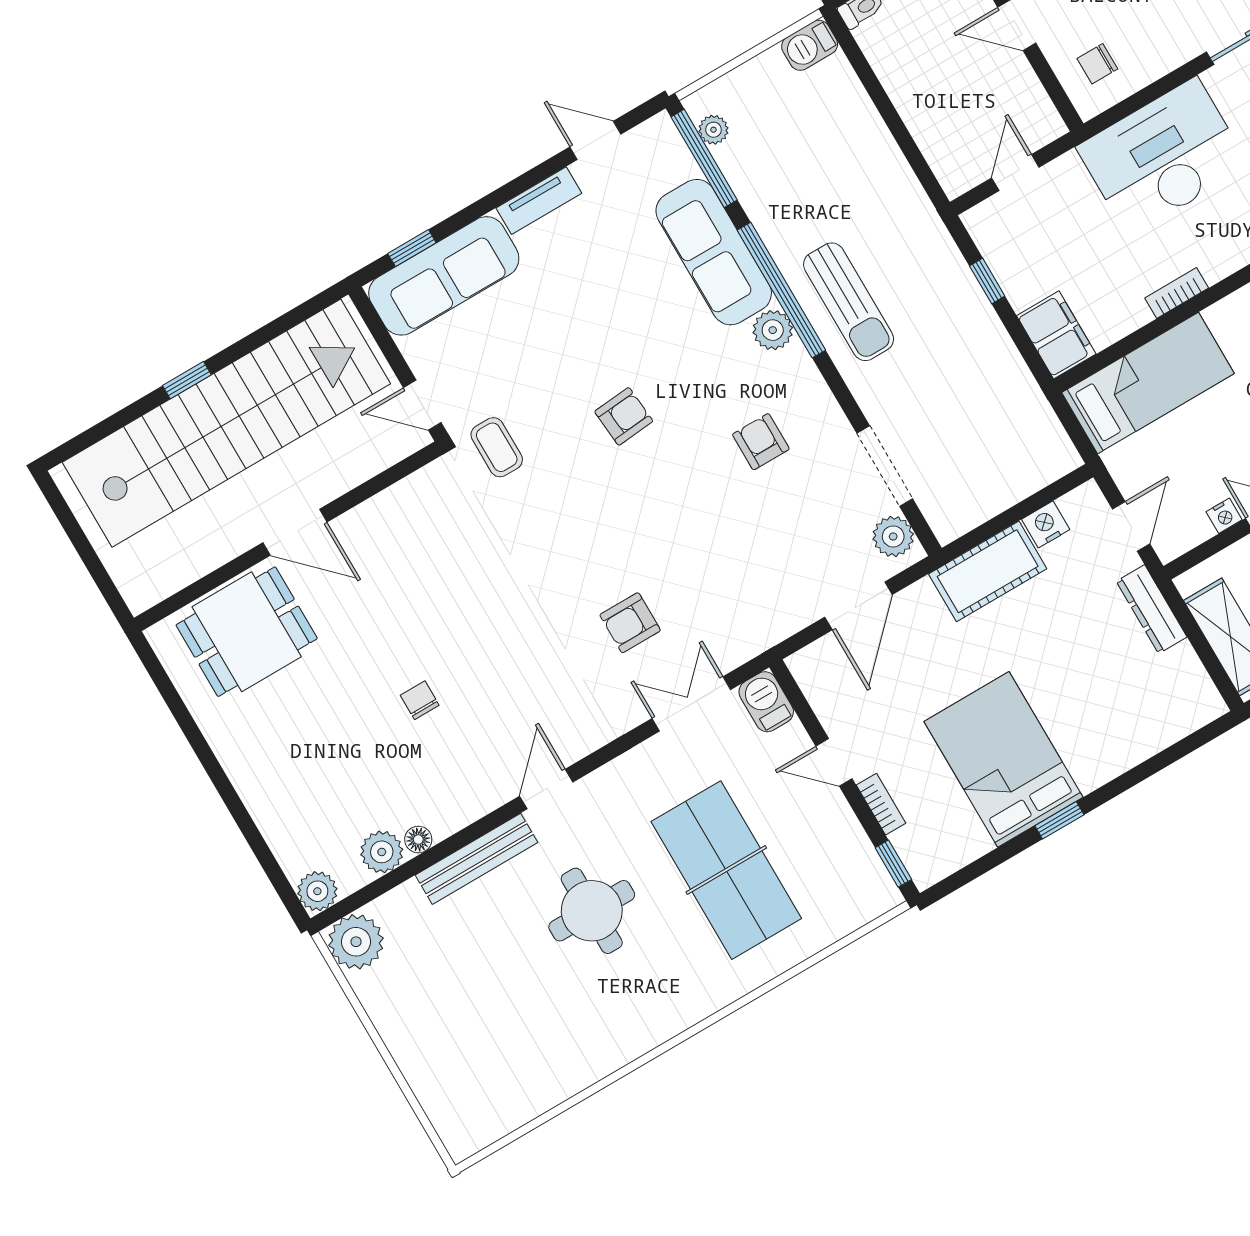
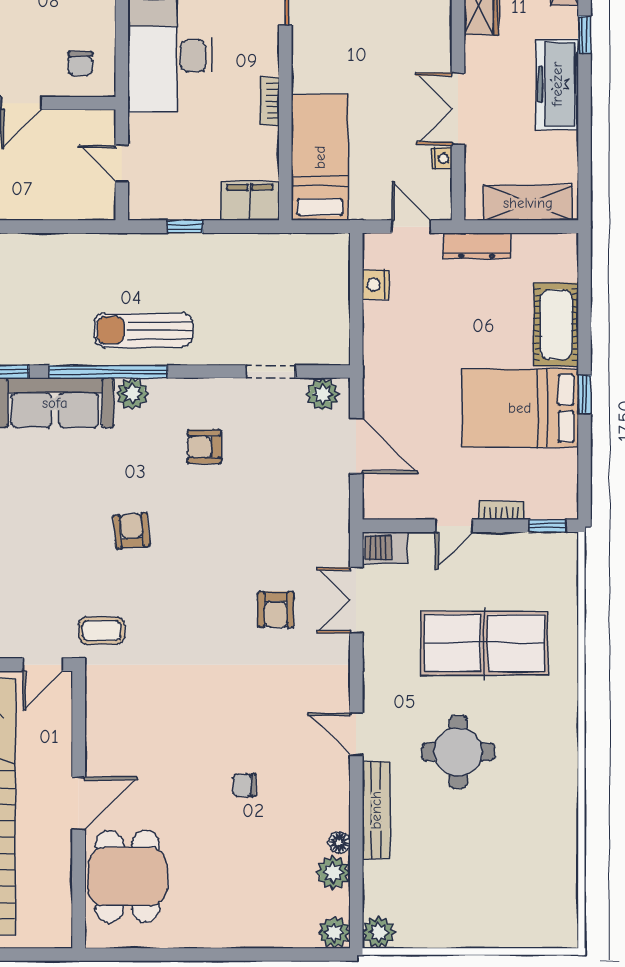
sun lounger: (849, 302) -> (143, 330), turned 180
doorway: (885, 466) -> (271, 372), width x0.73
cot: (988, 571) -> (556, 325), moved
plant: (356, 942) -> (379, 932), width x0.73, depth x0.73

